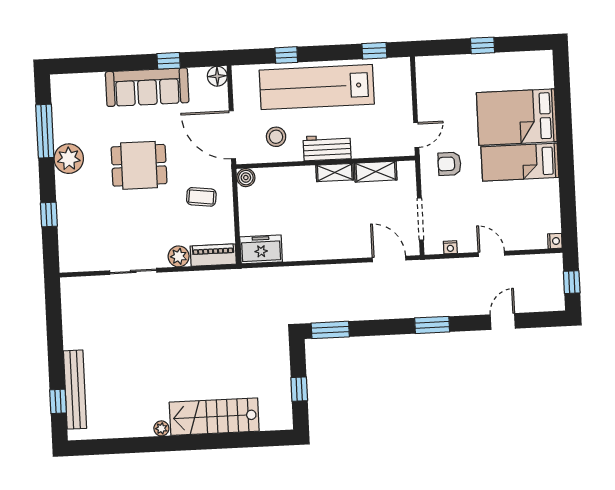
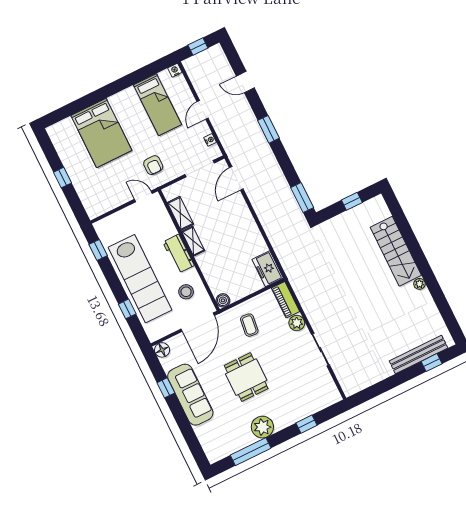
bed: (520, 162) -> (157, 105), moved

